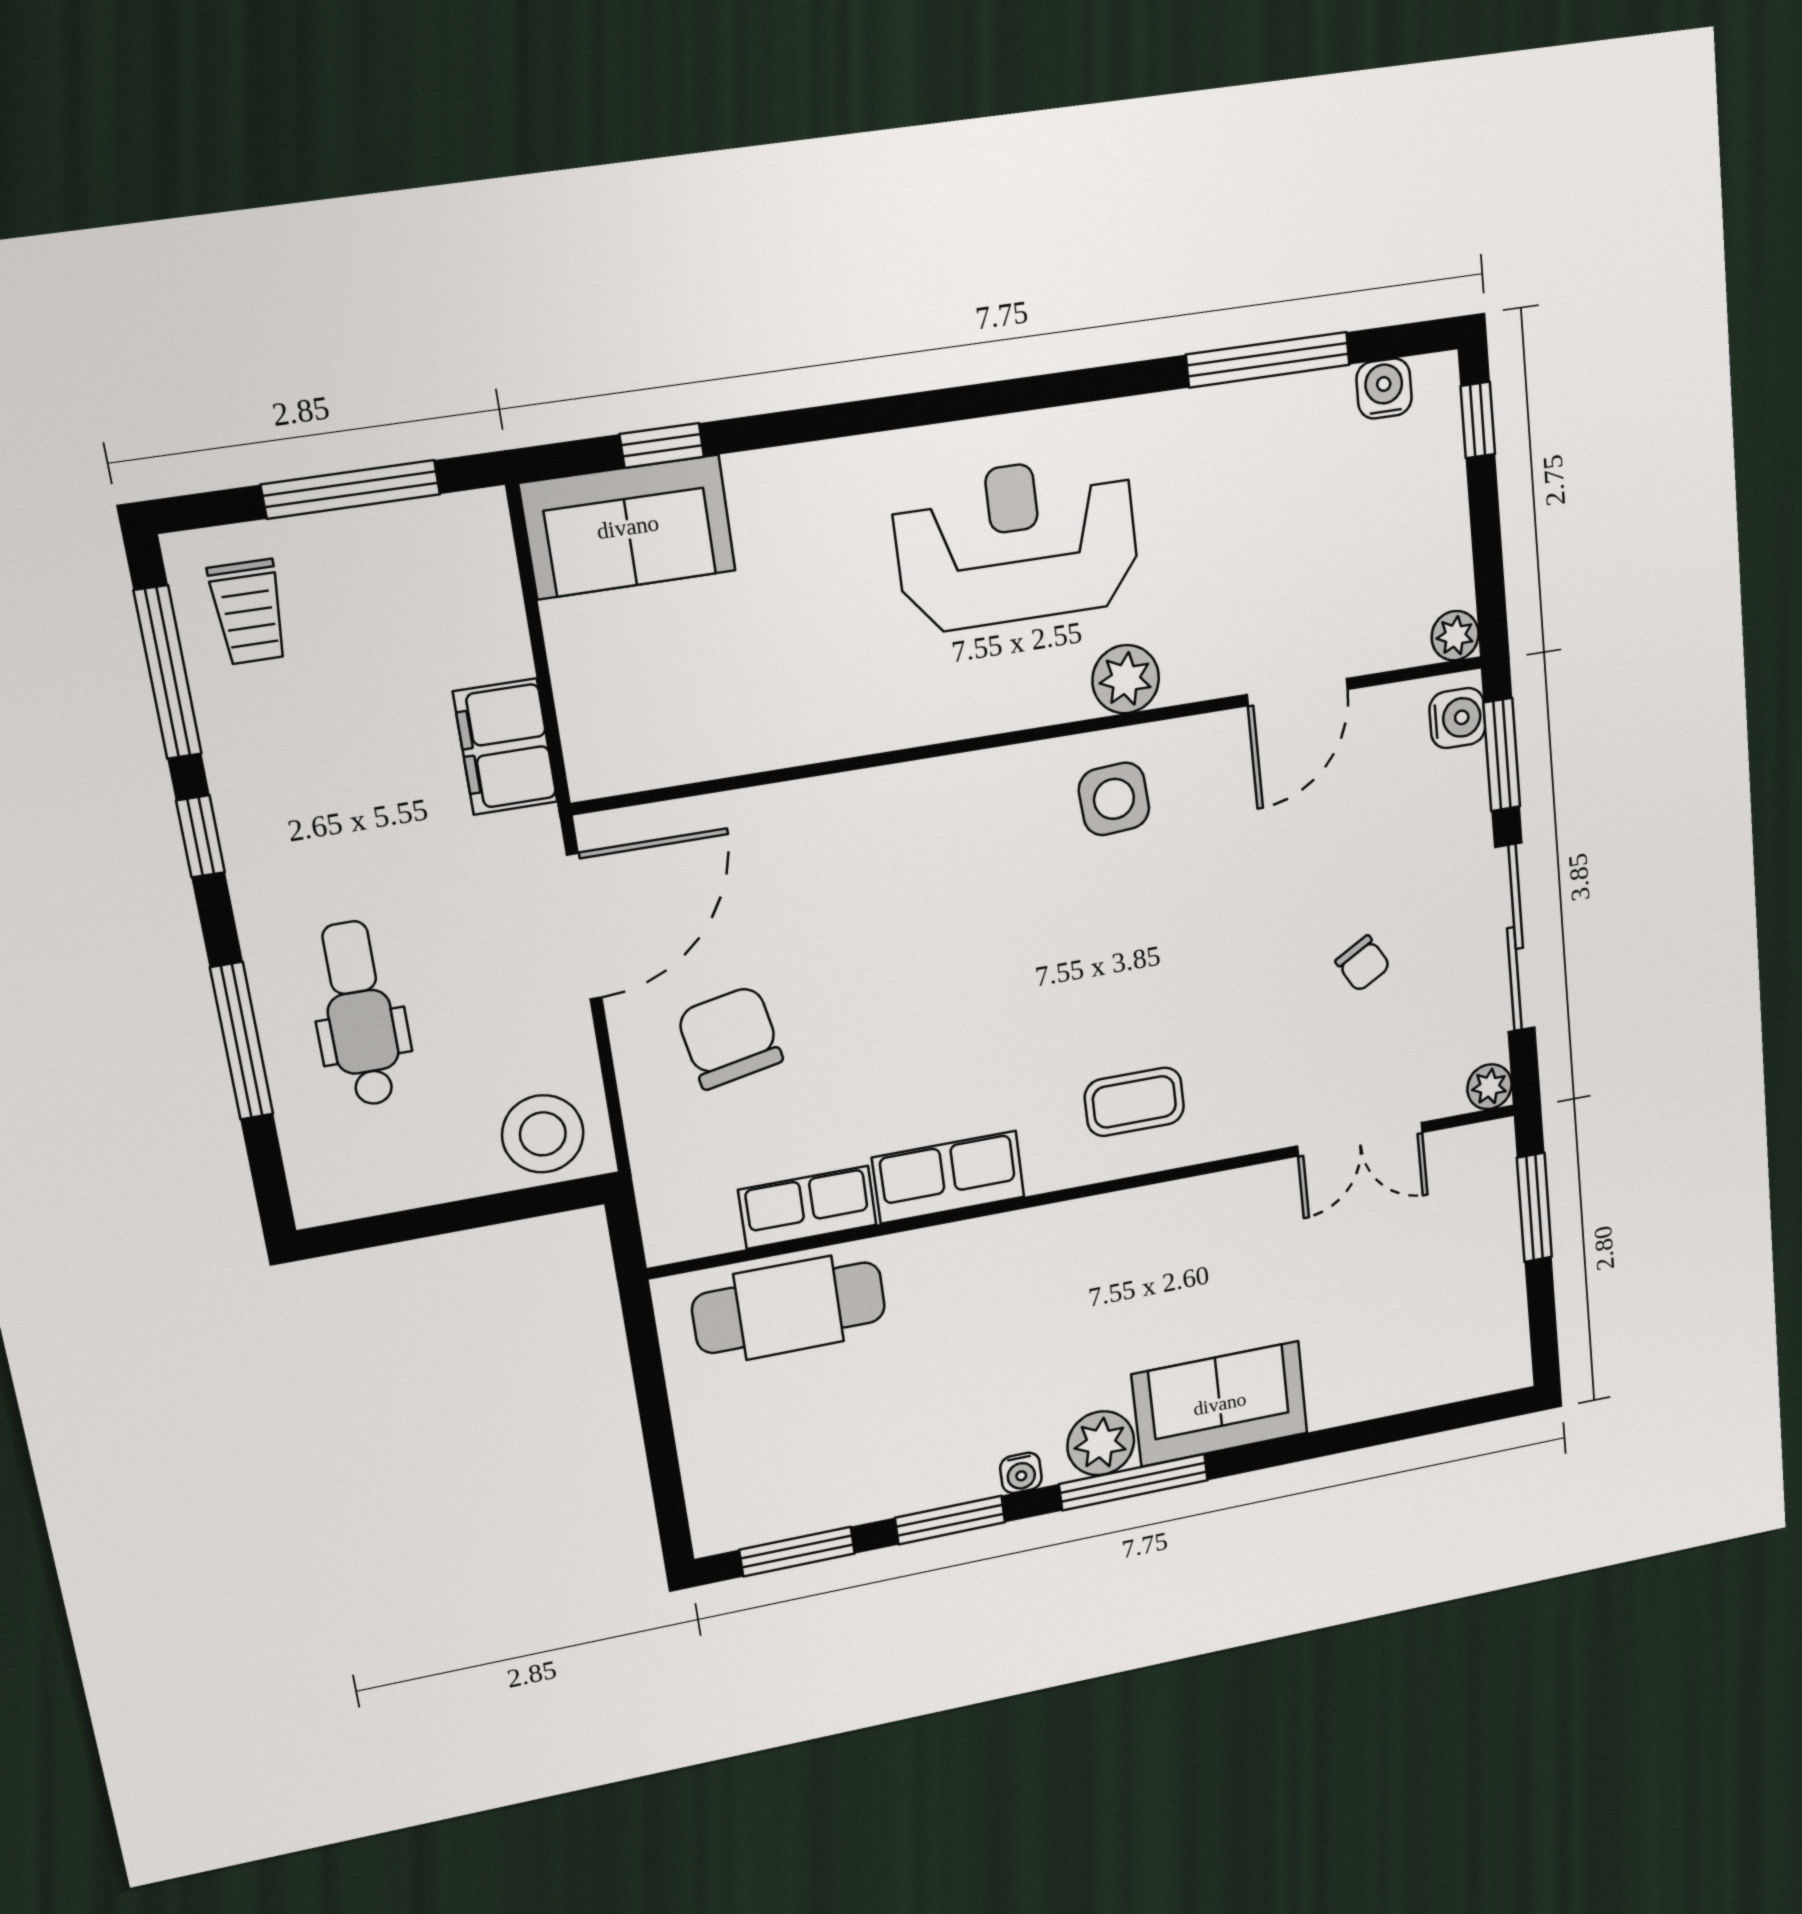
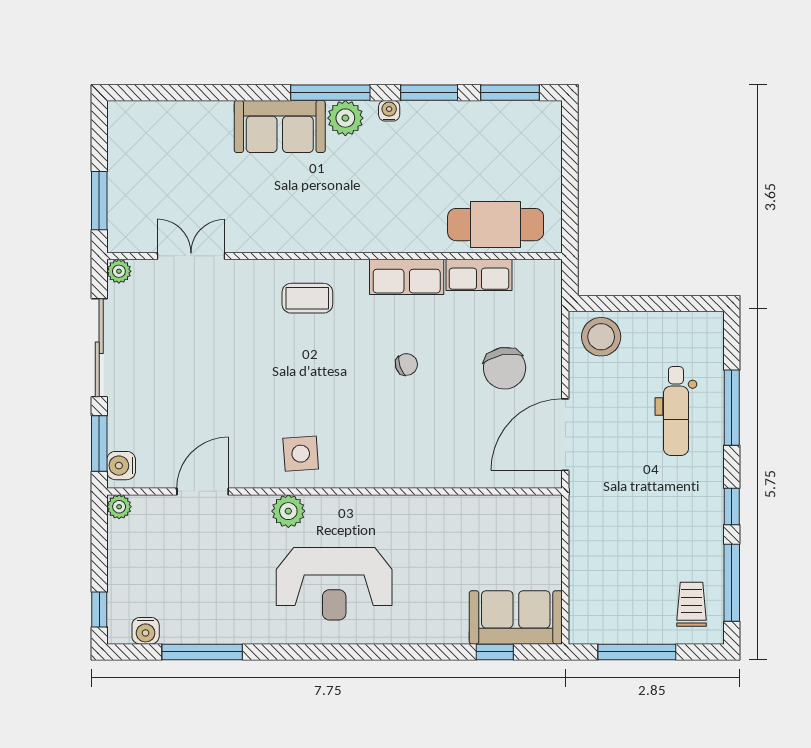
filing cabinet: (505, 747) -> (588, 526), removed
chair: (1363, 964) -> (406, 364), moved, turned 101

